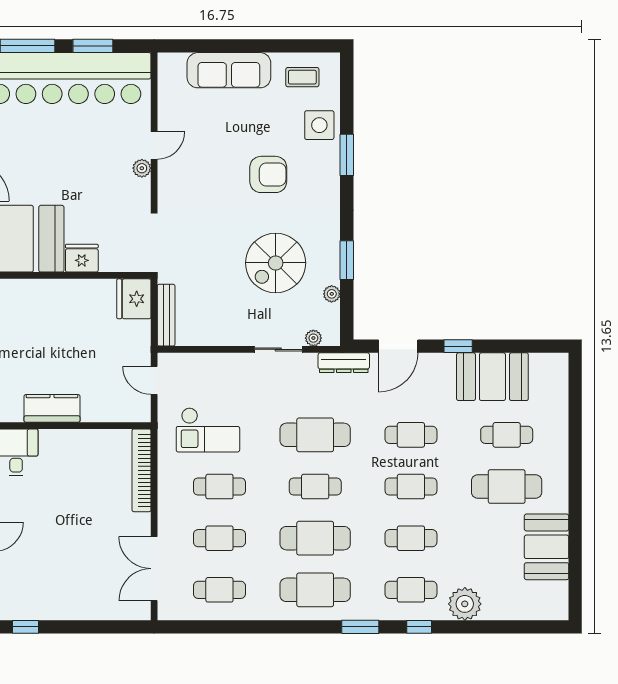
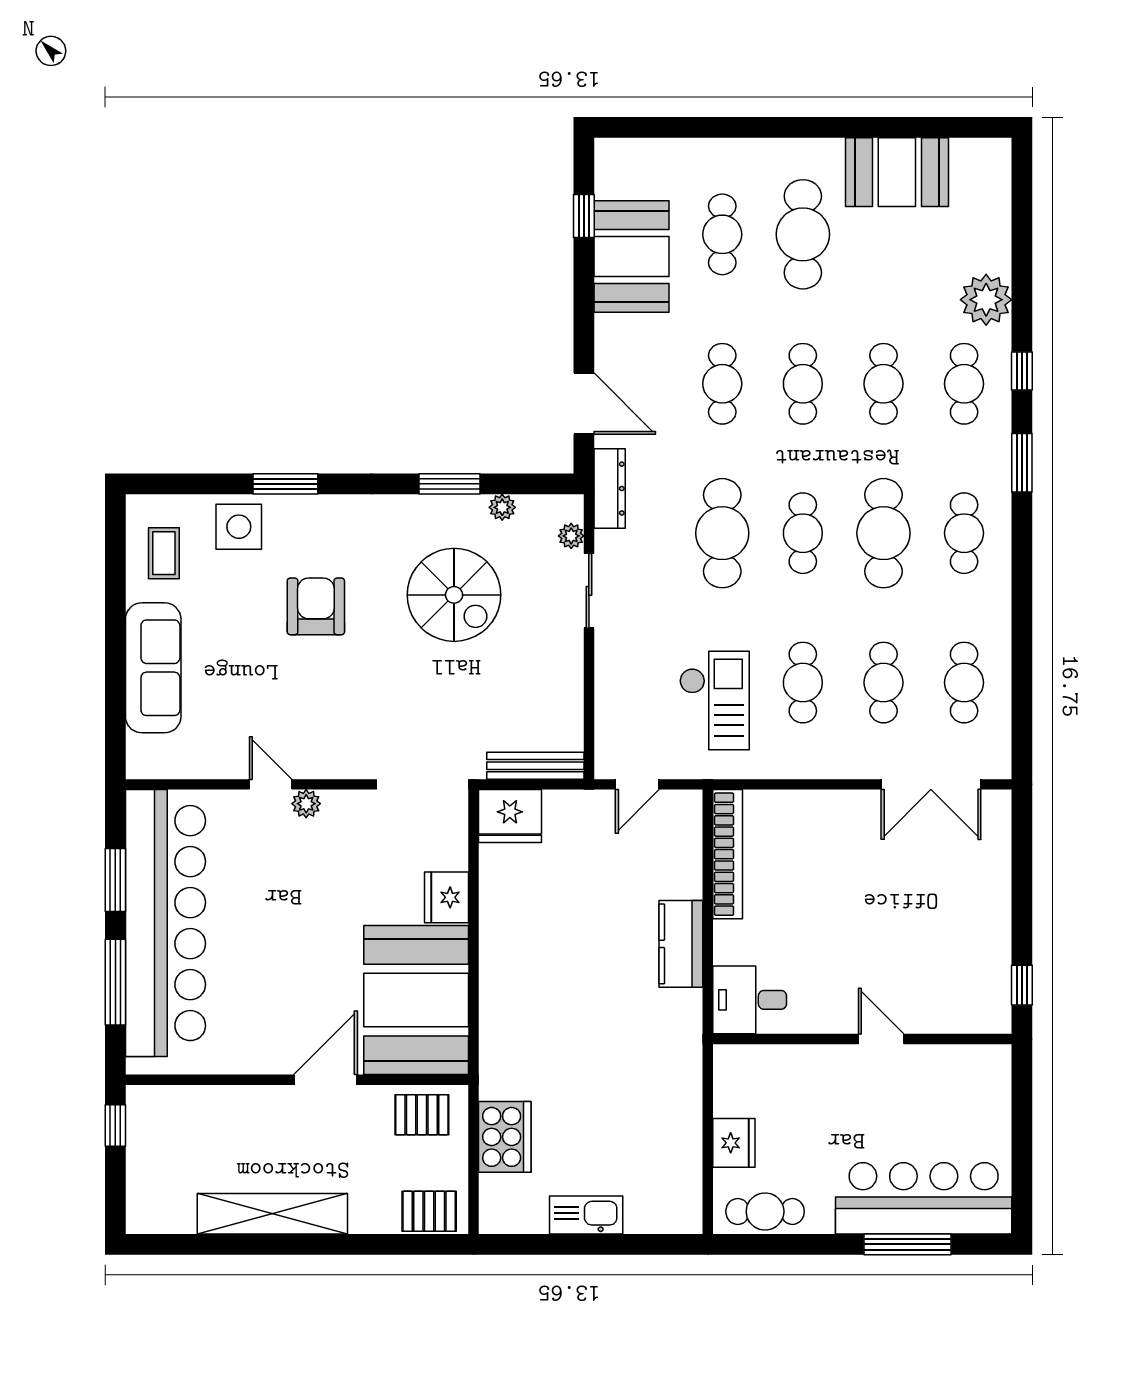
window: (458, 346) -> (584, 216), moved
bookcase: (142, 470) -> (728, 854), moved, turned -90
cafe table: (315, 590) -> (964, 533), width x0.73, depth x0.74

